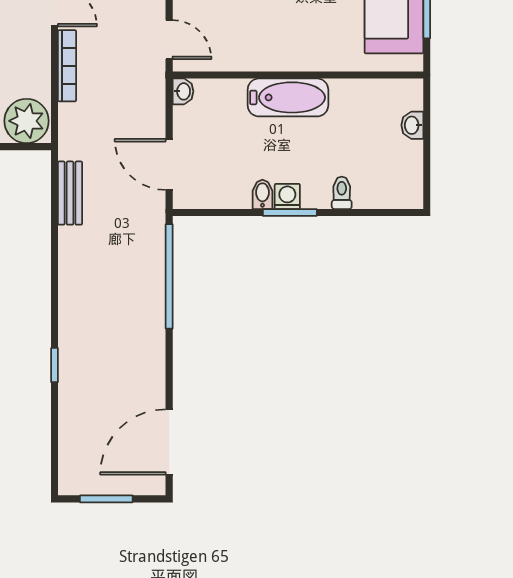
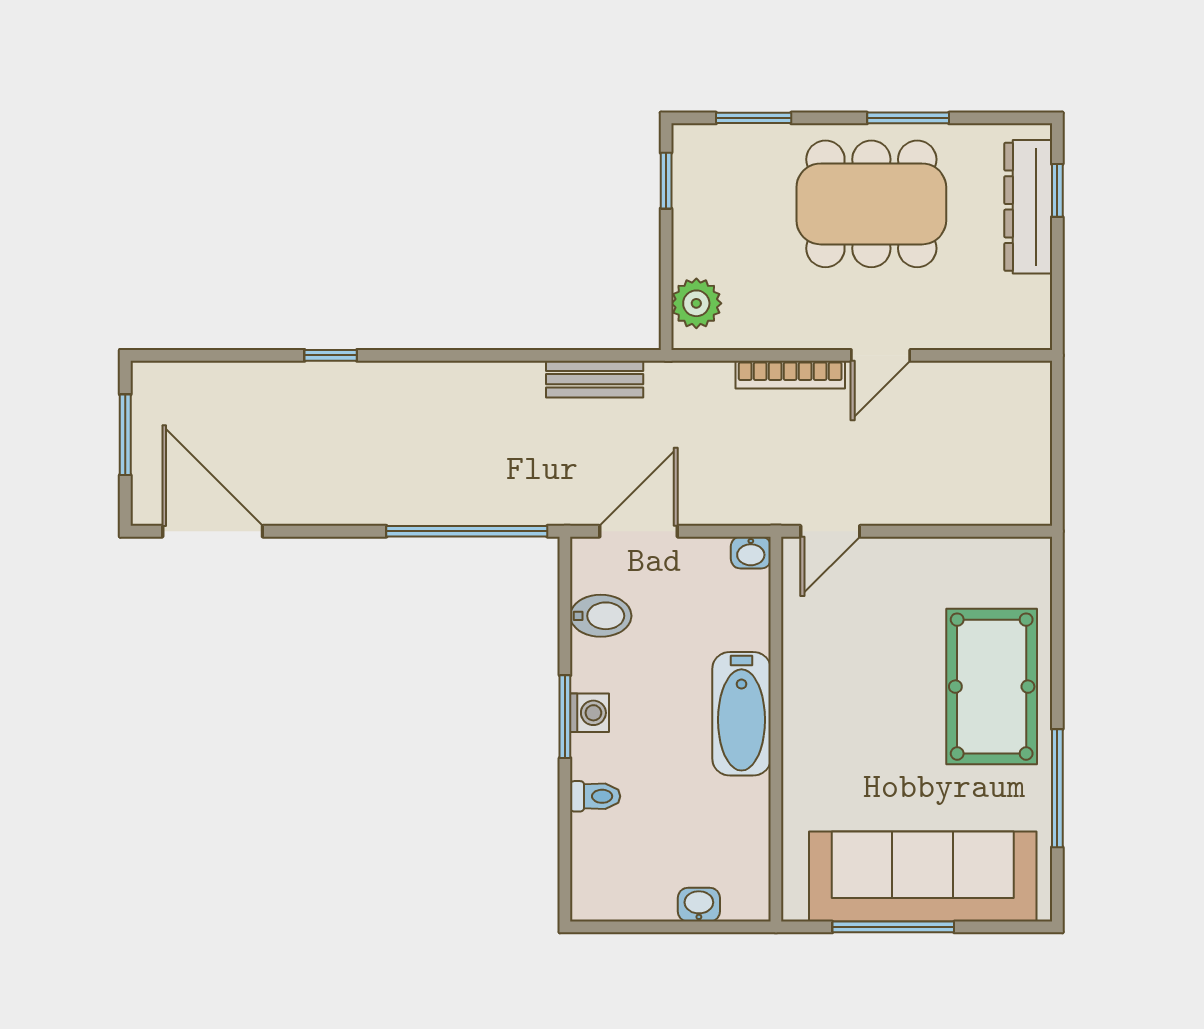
plant: (27, 121) -> (696, 303), width x0.73, depth x0.73
bidet: (262, 194) -> (601, 616), moved, width x1.38, depth x1.36

